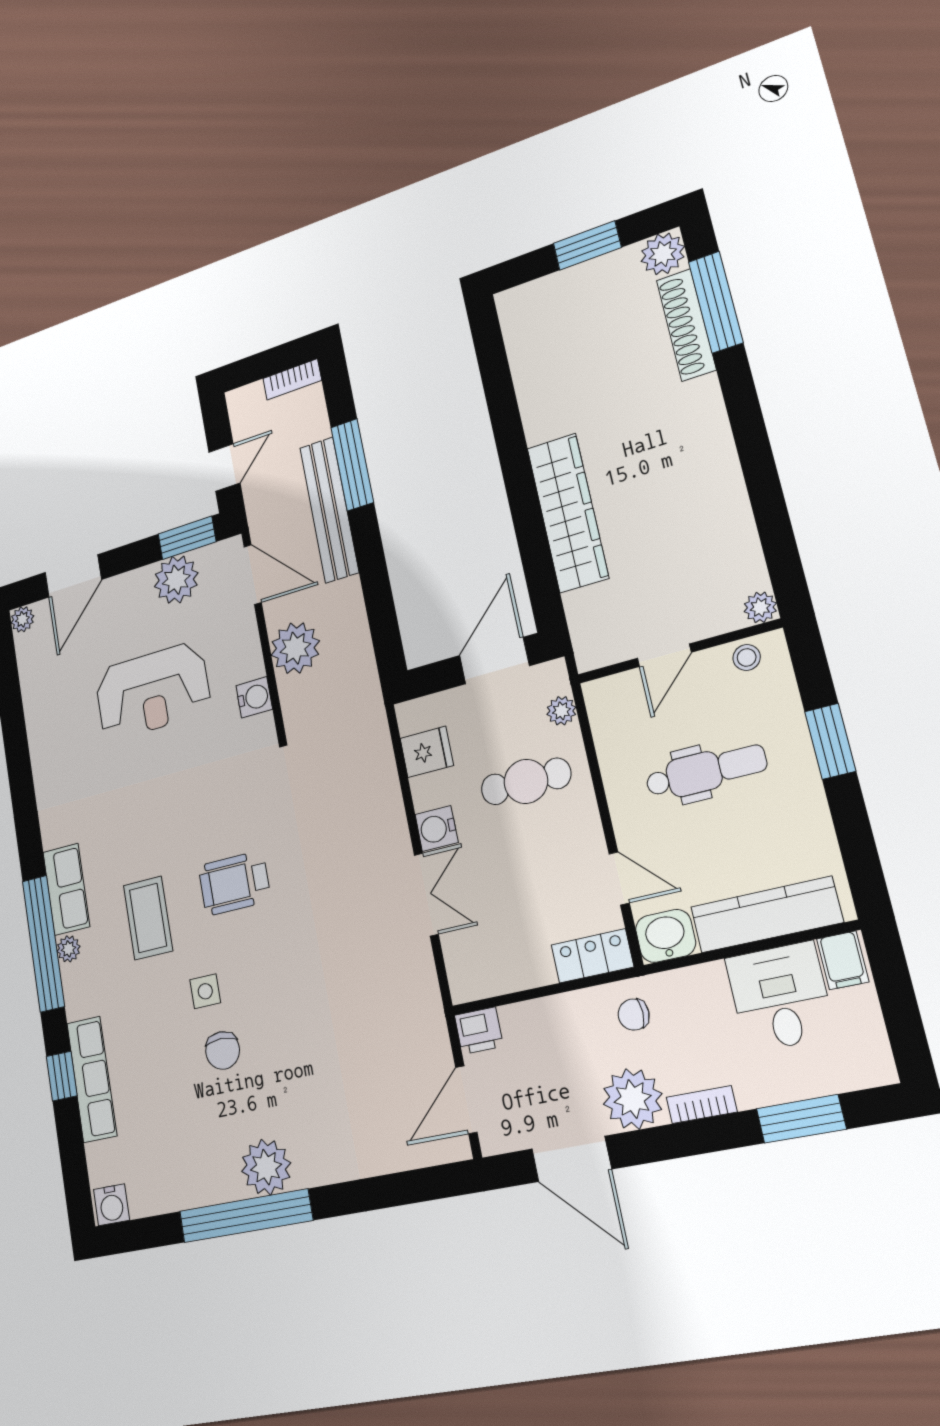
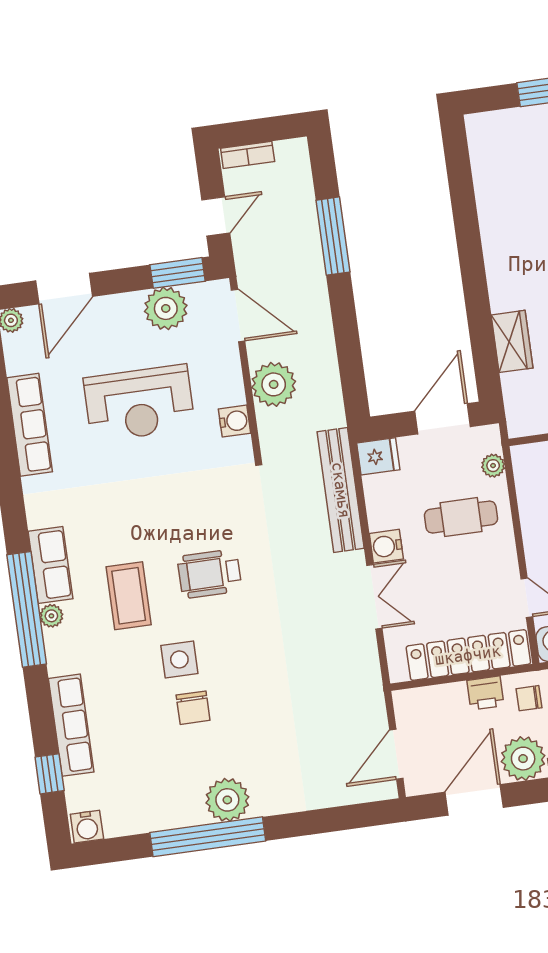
bookcase: (292, 379) -> (248, 155), moved
bench: (329, 510) -> (341, 490), moved
wardrobe: (568, 513) -> (512, 341), width x0.48, depth x0.85
row of seats: (42, 732) -> (30, 425), added
fridge: (427, 752) -> (378, 456), moved
locker: (592, 956) -> (468, 655), width x2.16, depth x1.21
side table: (205, 991) -> (179, 659), width x1.37, depth x1.37
printer: (479, 1031) -> (485, 693), moved
window: (62, 1076) -> (50, 774), moved
door: (571, 1159) -> (474, 800), swing flipped

